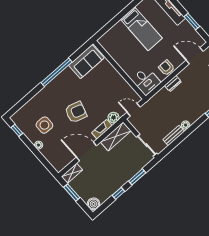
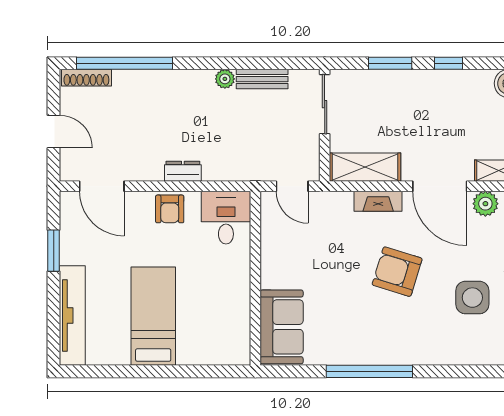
sofa: (86, 62) -> (282, 327), moved, turned 90
plant: (114, 118) -> (485, 204), moved

